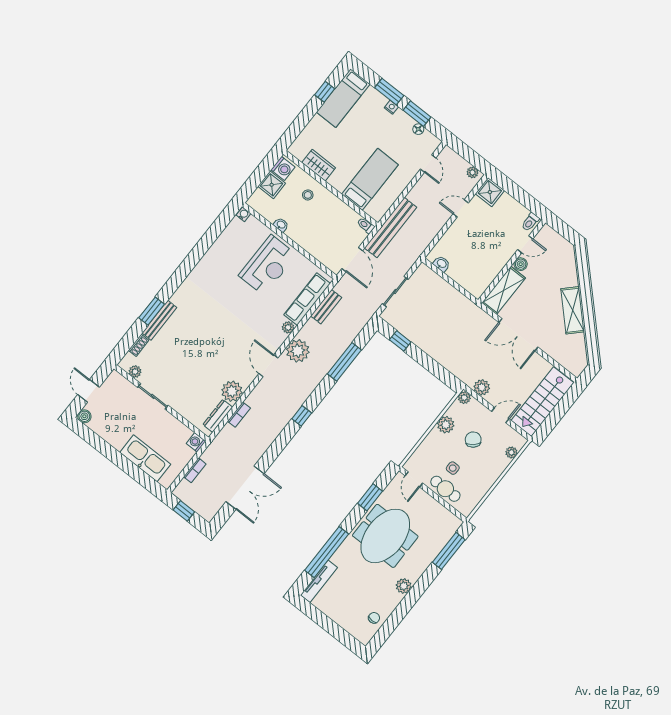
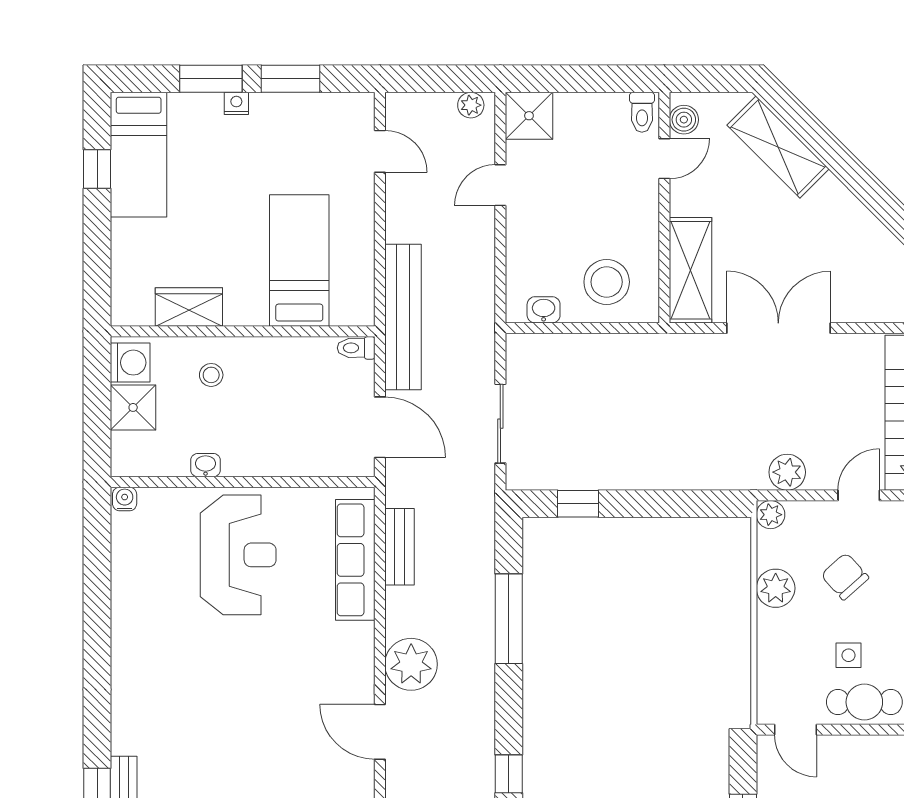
floor lamp: (418, 129) -> (315, 104), removed
boiler: (521, 264) -> (684, 120), moved
stool: (471, 271) -> (607, 282), added
shelving: (573, 310) -> (778, 147), moved
plant: (288, 327) -> (361, 637), removed
double door: (518, 335) -> (778, 328), swing flipped

